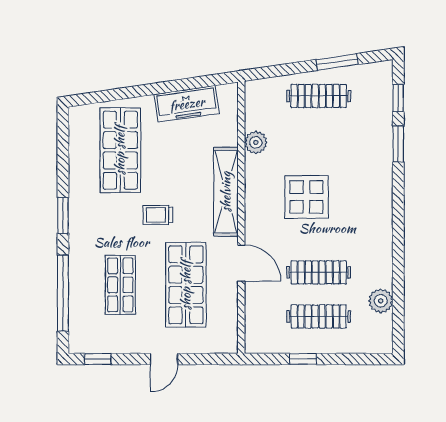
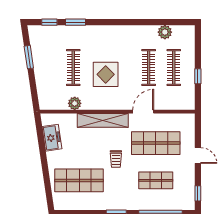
clothes rail: (319, 96) -> (73, 68), moved
freezer: (187, 104) -> (52, 138), width x0.71

